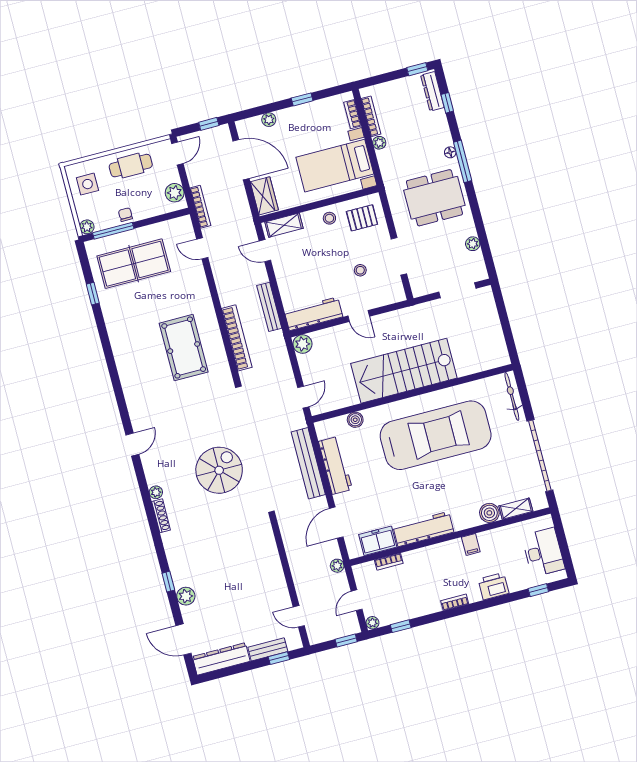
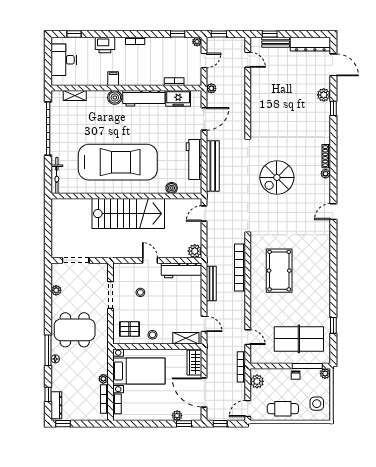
window: (302, 99) -> (184, 424), moved
car: (436, 435) -> (118, 162), turned 180
boiler: (489, 513) -> (115, 97), moved

